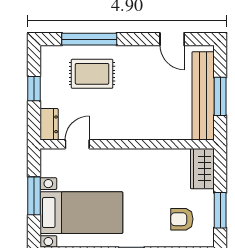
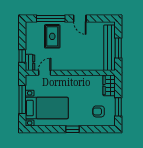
door: (172, 39) -> (80, 18), moved
rug: (92, 74) -> (52, 36), turned 90
window: (34, 89) -> (22, 56), moved
window: (34, 196) -> (22, 99), width x1.44

